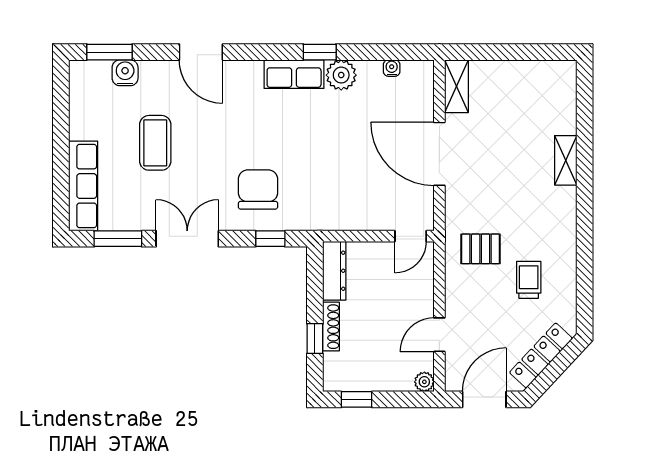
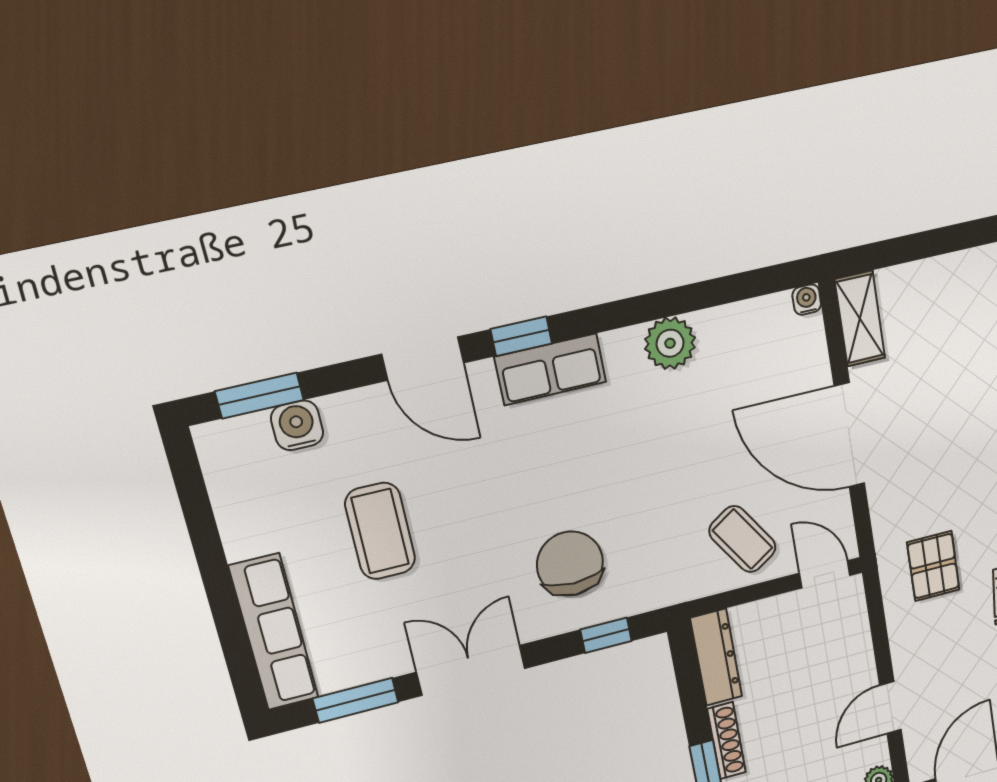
window: (320, 52) -> (521, 336), moved
water cooler: (392, 68) -> (807, 300), moved
row of seats: (294, 74) -> (550, 369), moved
coffee table: (363, 201) -> (742, 539), added
door: (411, 236) -> (825, 574), swing flipped
pallet: (481, 249) -> (933, 566), turned 90

